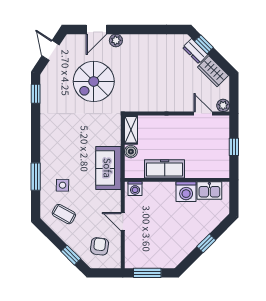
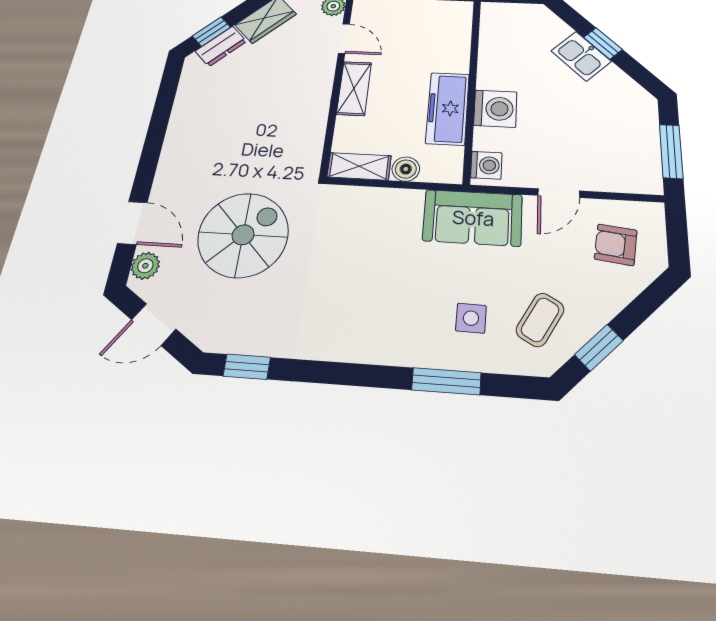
plant: (116, 40) -> (145, 266), moved
spiral stairs: (94, 81) -> (243, 235), turned -90
door: (203, 114) -> (344, 38), swing flipped
shelving: (174, 122) -> (354, 88), added
sofa: (108, 168) -> (473, 218), moved
kitchen sink: (209, 191) -> (581, 56), moved, turned 135
washing machine: (186, 192) -> (495, 109), moved
window: (71, 255) -> (599, 348), moved

